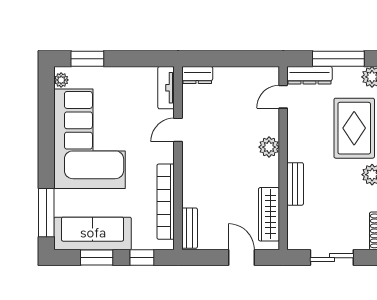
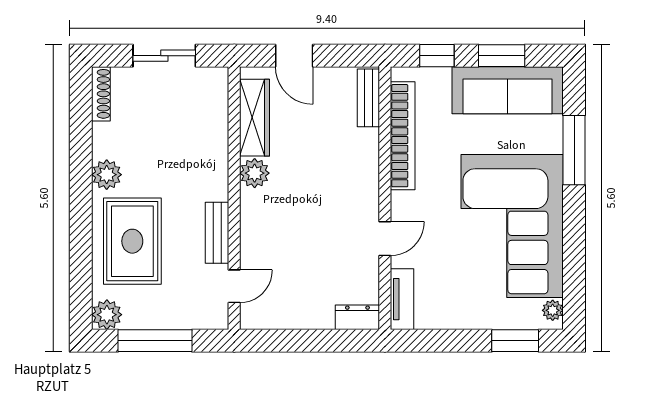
dresser: (309, 75) -> (196, 317), removed
plant: (269, 147) -> (255, 173), moved
bench: (295, 184) -> (217, 233), moved
window: (46, 213) -> (574, 150), moved

